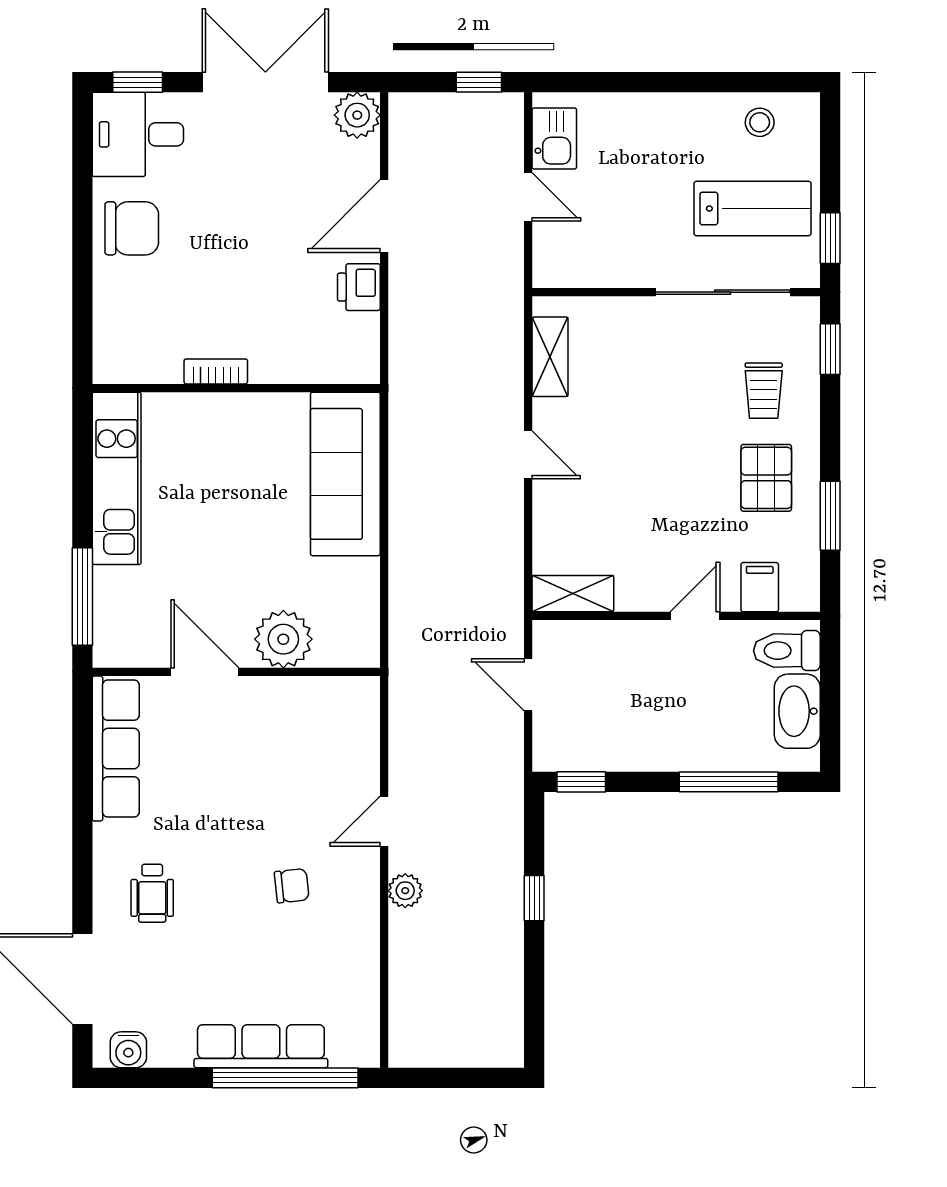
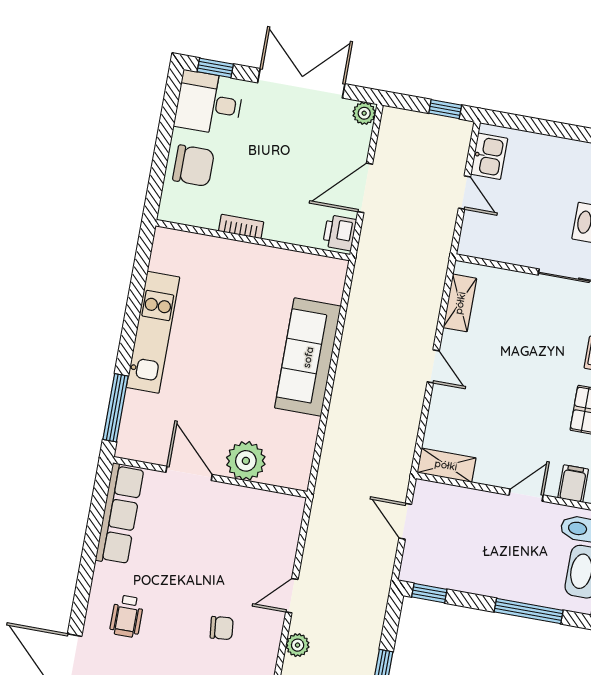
plant: (357, 115) -> (364, 113), width x0.73, depth x0.73
bookcase: (216, 371) -> (241, 226), moved
wall: (236, 388) -> (253, 240), moved

